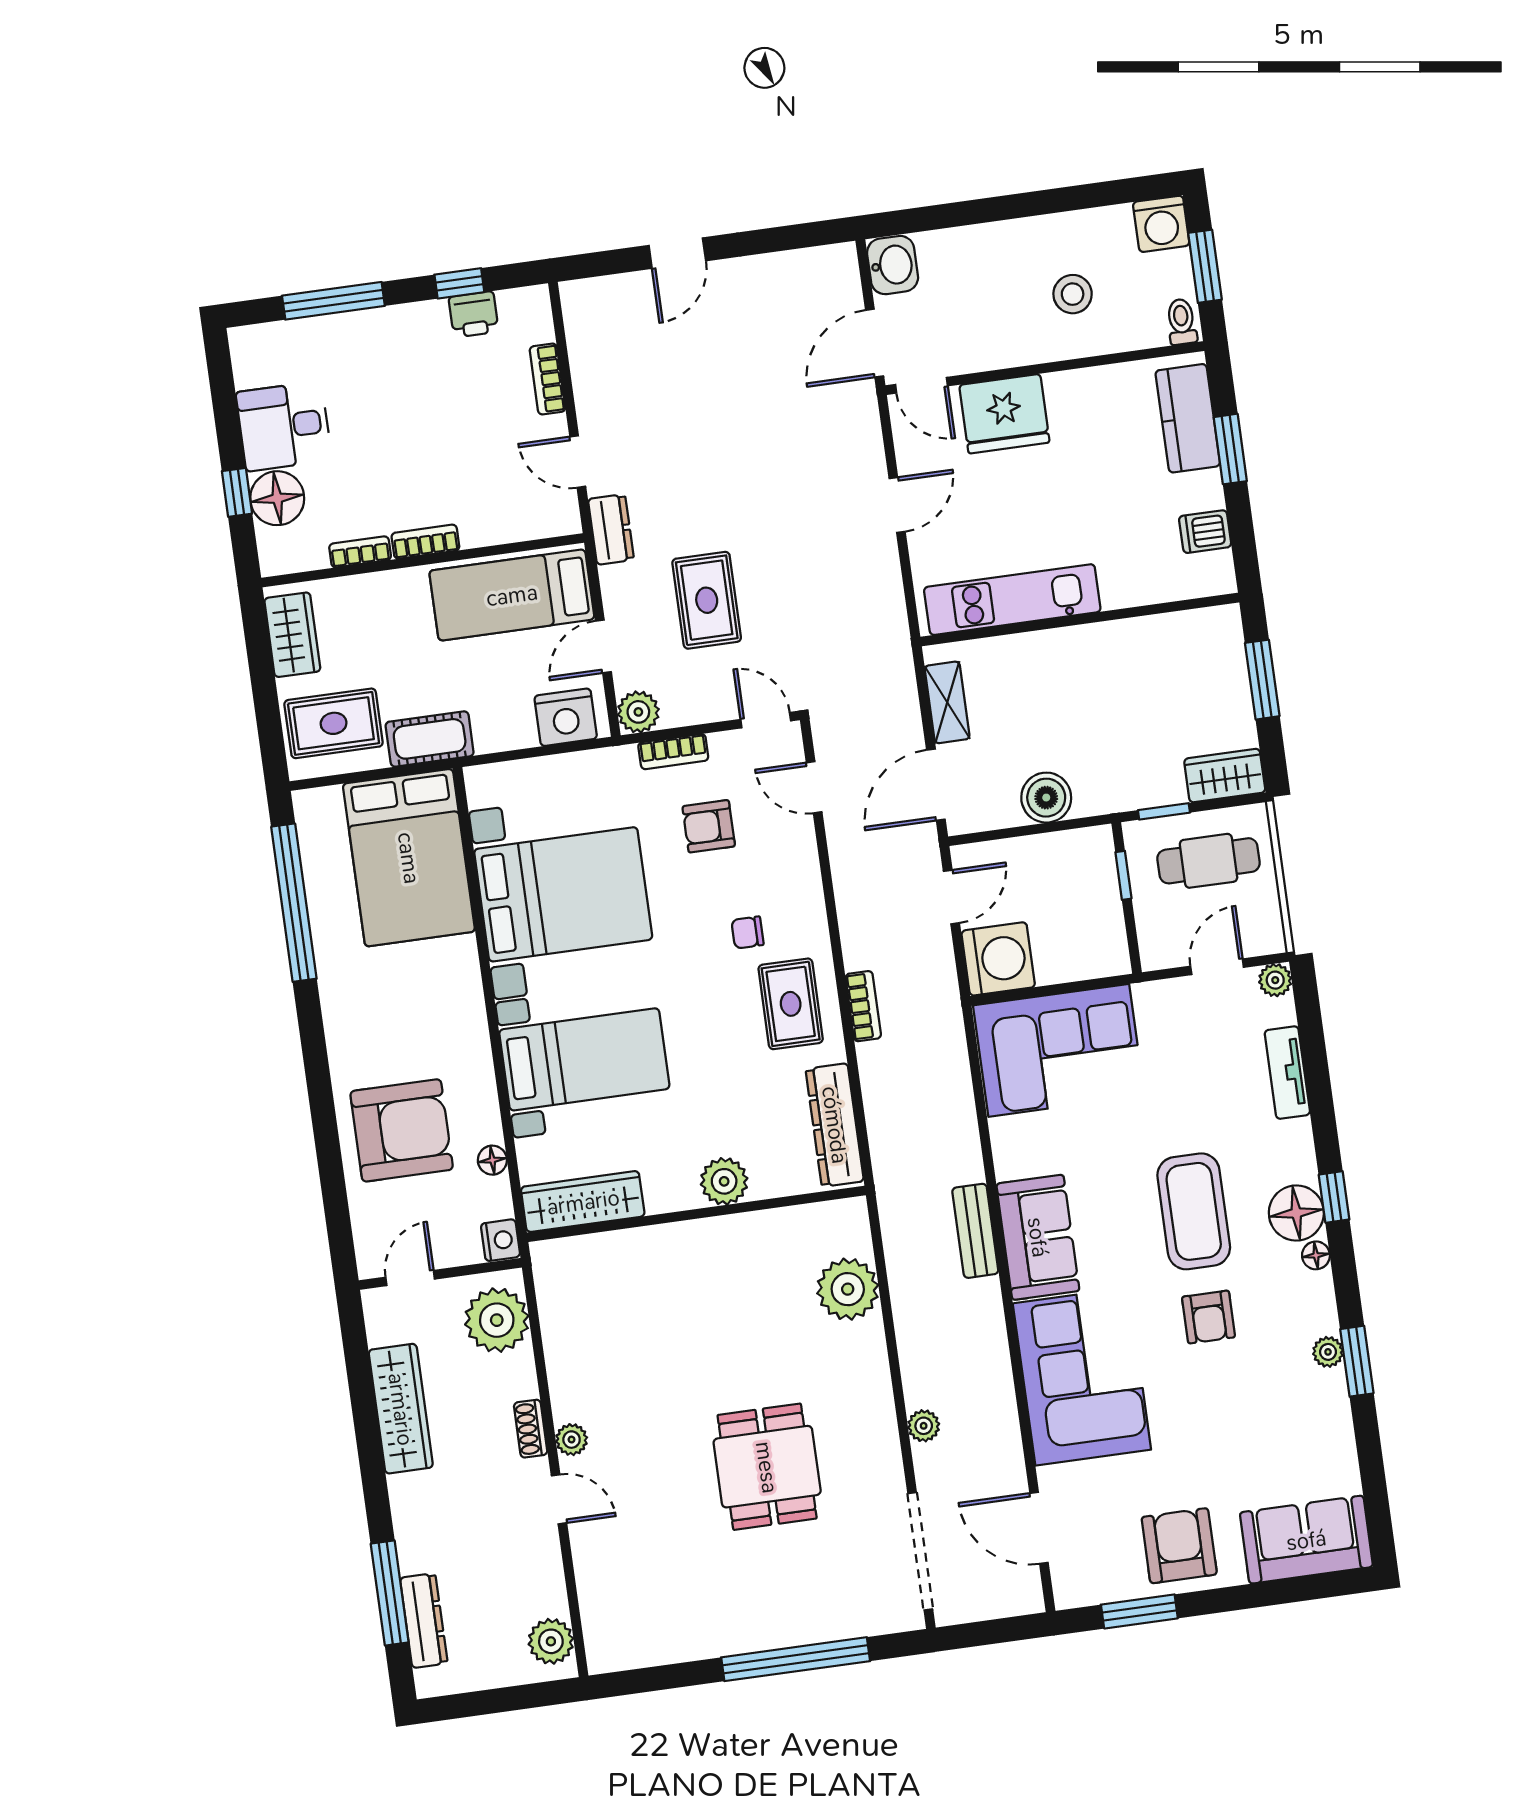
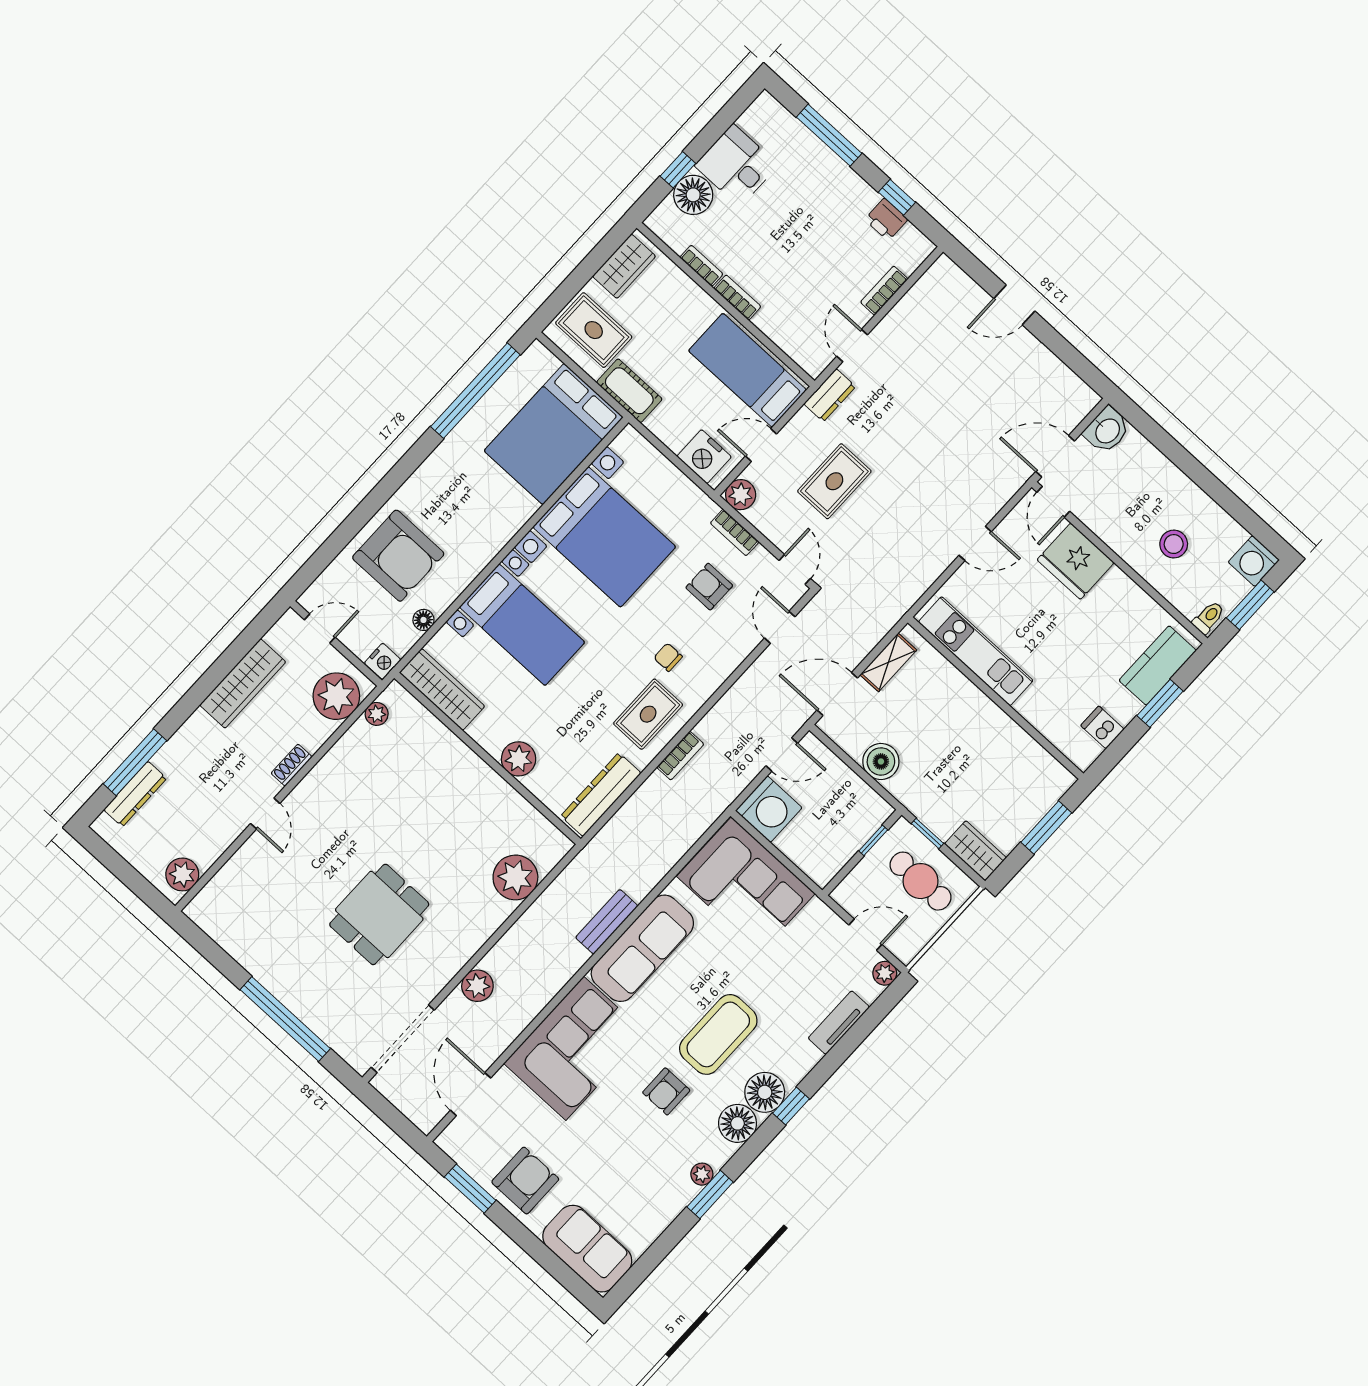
sofa: (1038, 1237) -> (642, 948), width x1.36
floor lamp: (1316, 1255) -> (738, 1123), width x1.89, depth x1.89
plant: (924, 1426) -> (477, 986), width x1.38, depth x1.38
plant: (572, 1440) -> (377, 714), moved

